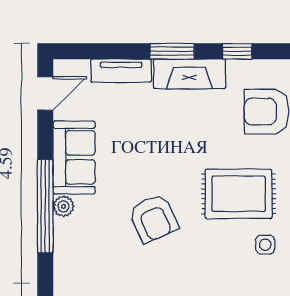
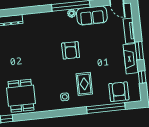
rug: (239, 194) -> (84, 84), width x0.73, depth x0.70
armchair: (153, 218) -> (71, 50), turned -66

